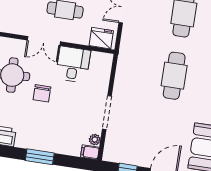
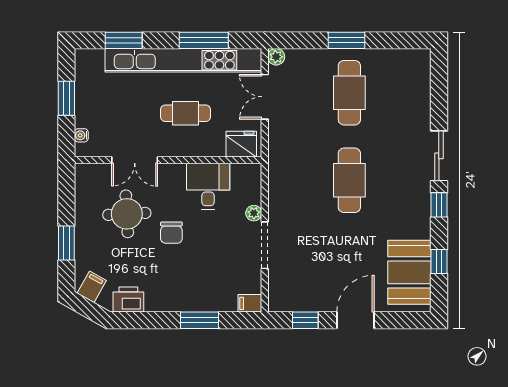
double door: (44, 41) -> (135, 160), moved
plant: (95, 140) -> (254, 213), moved
window: (40, 157) -> (200, 320), moved

